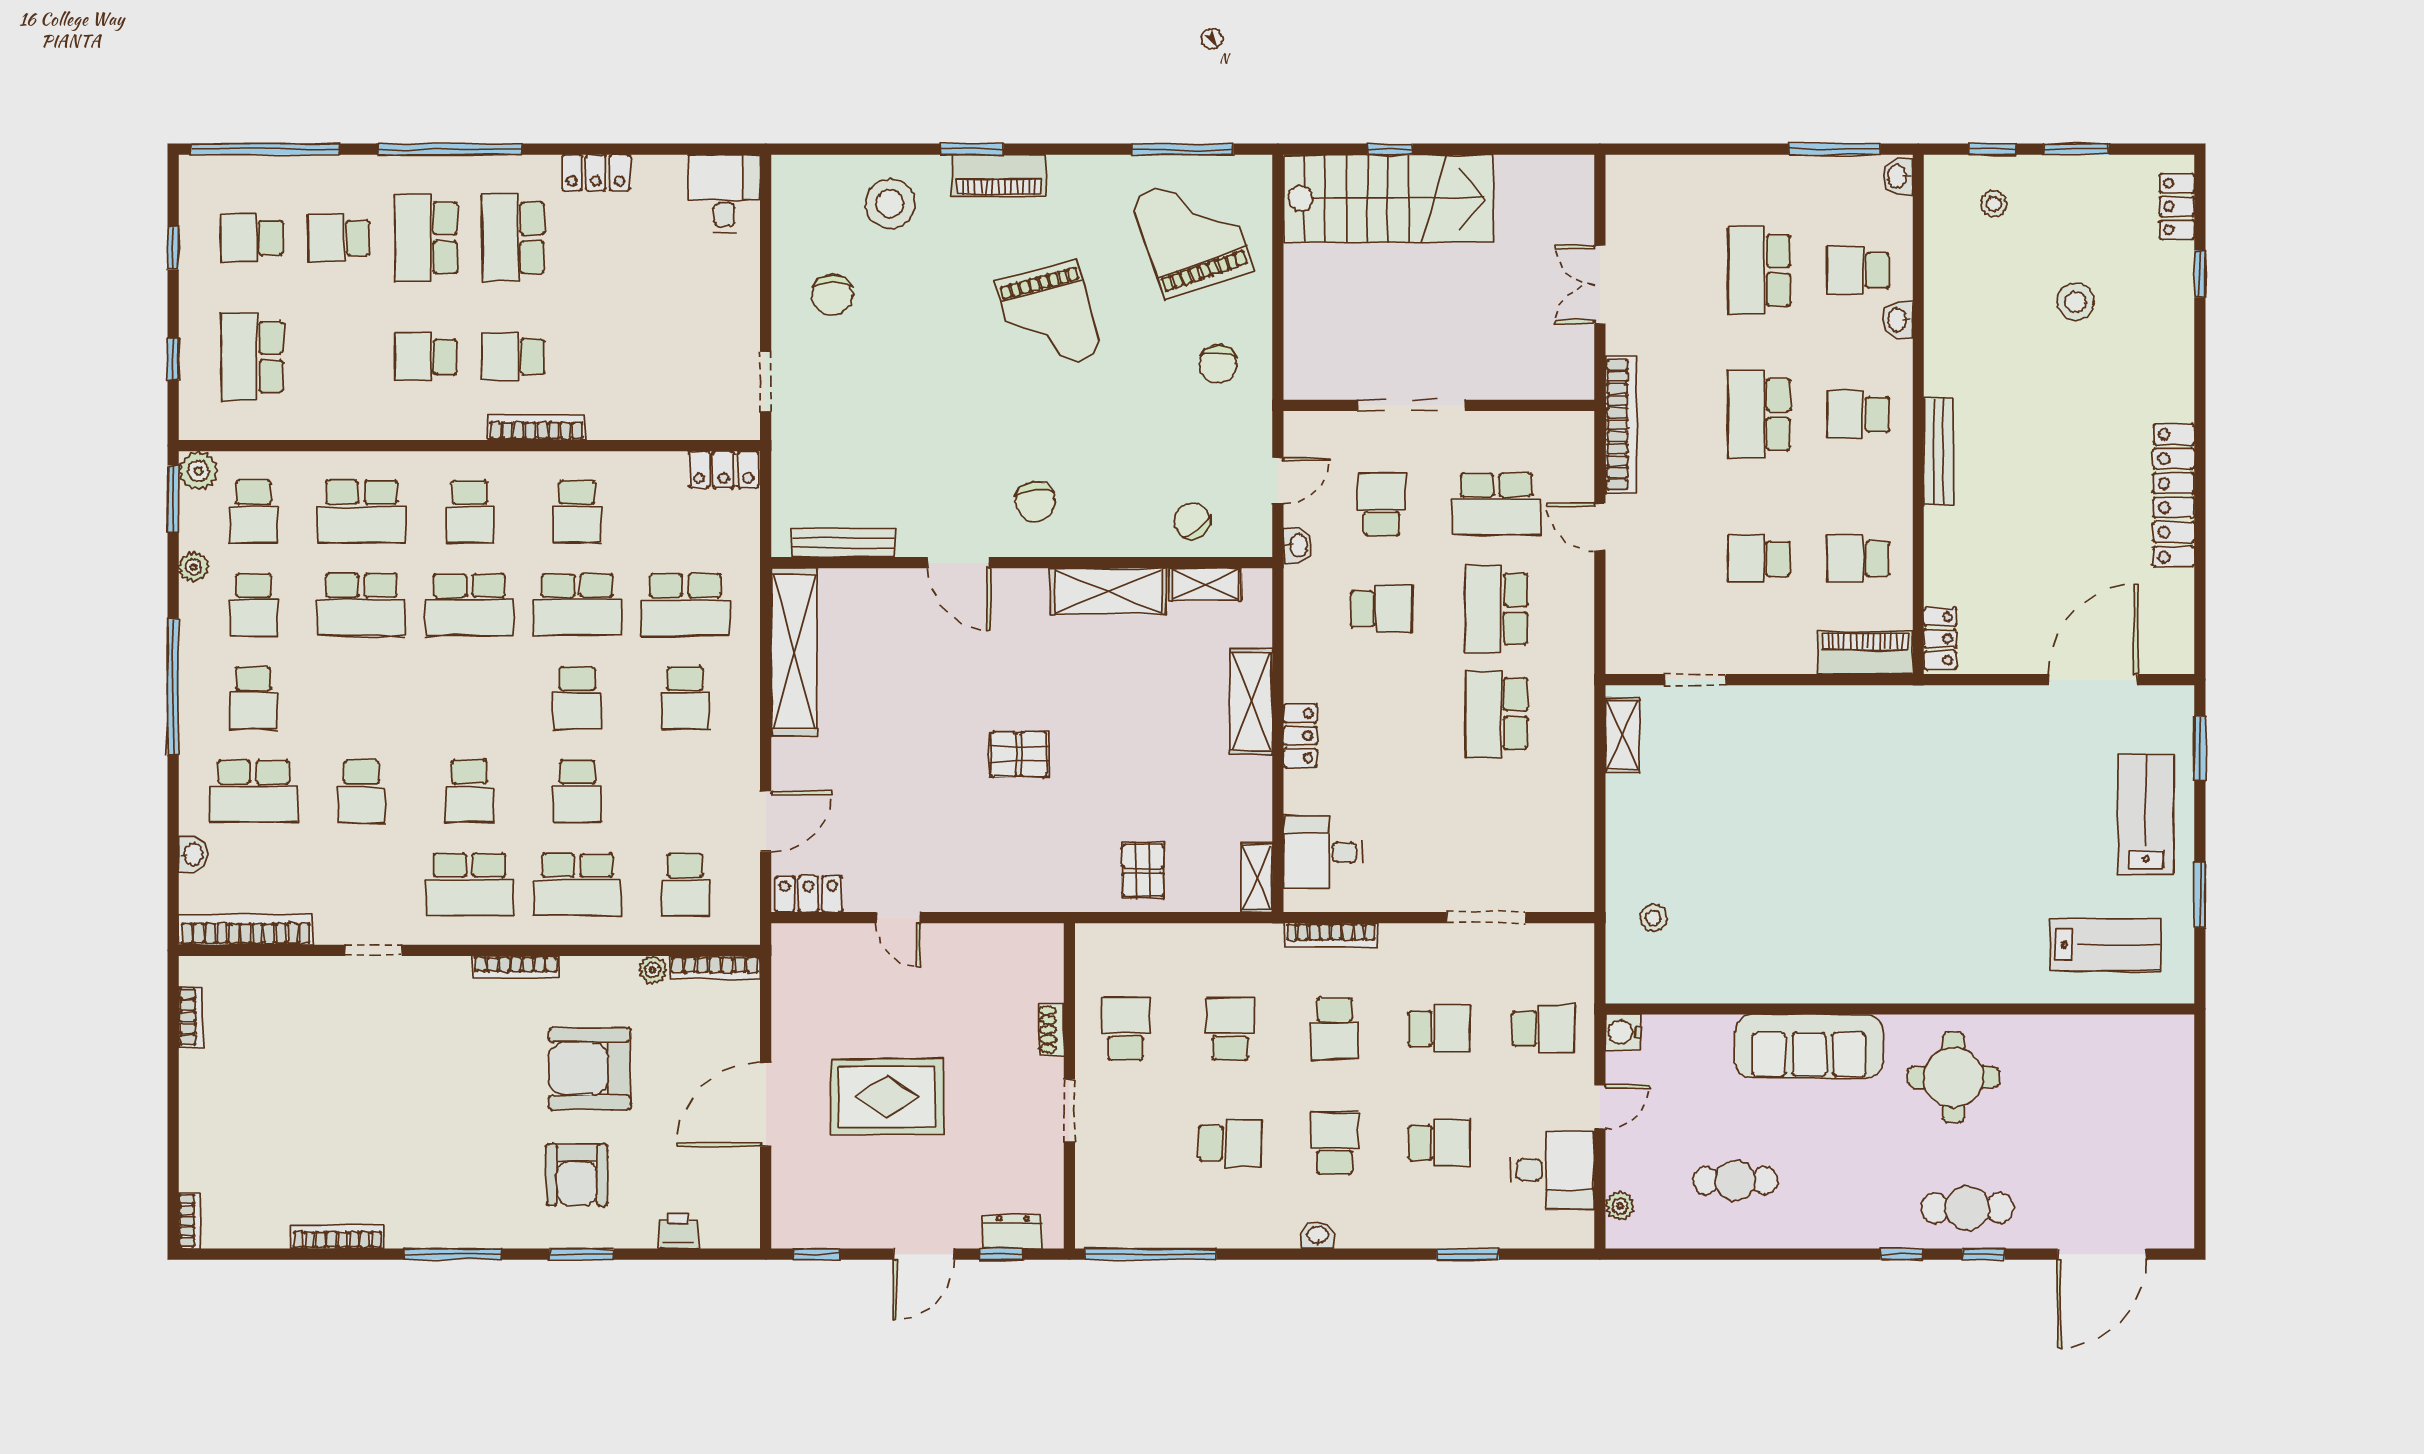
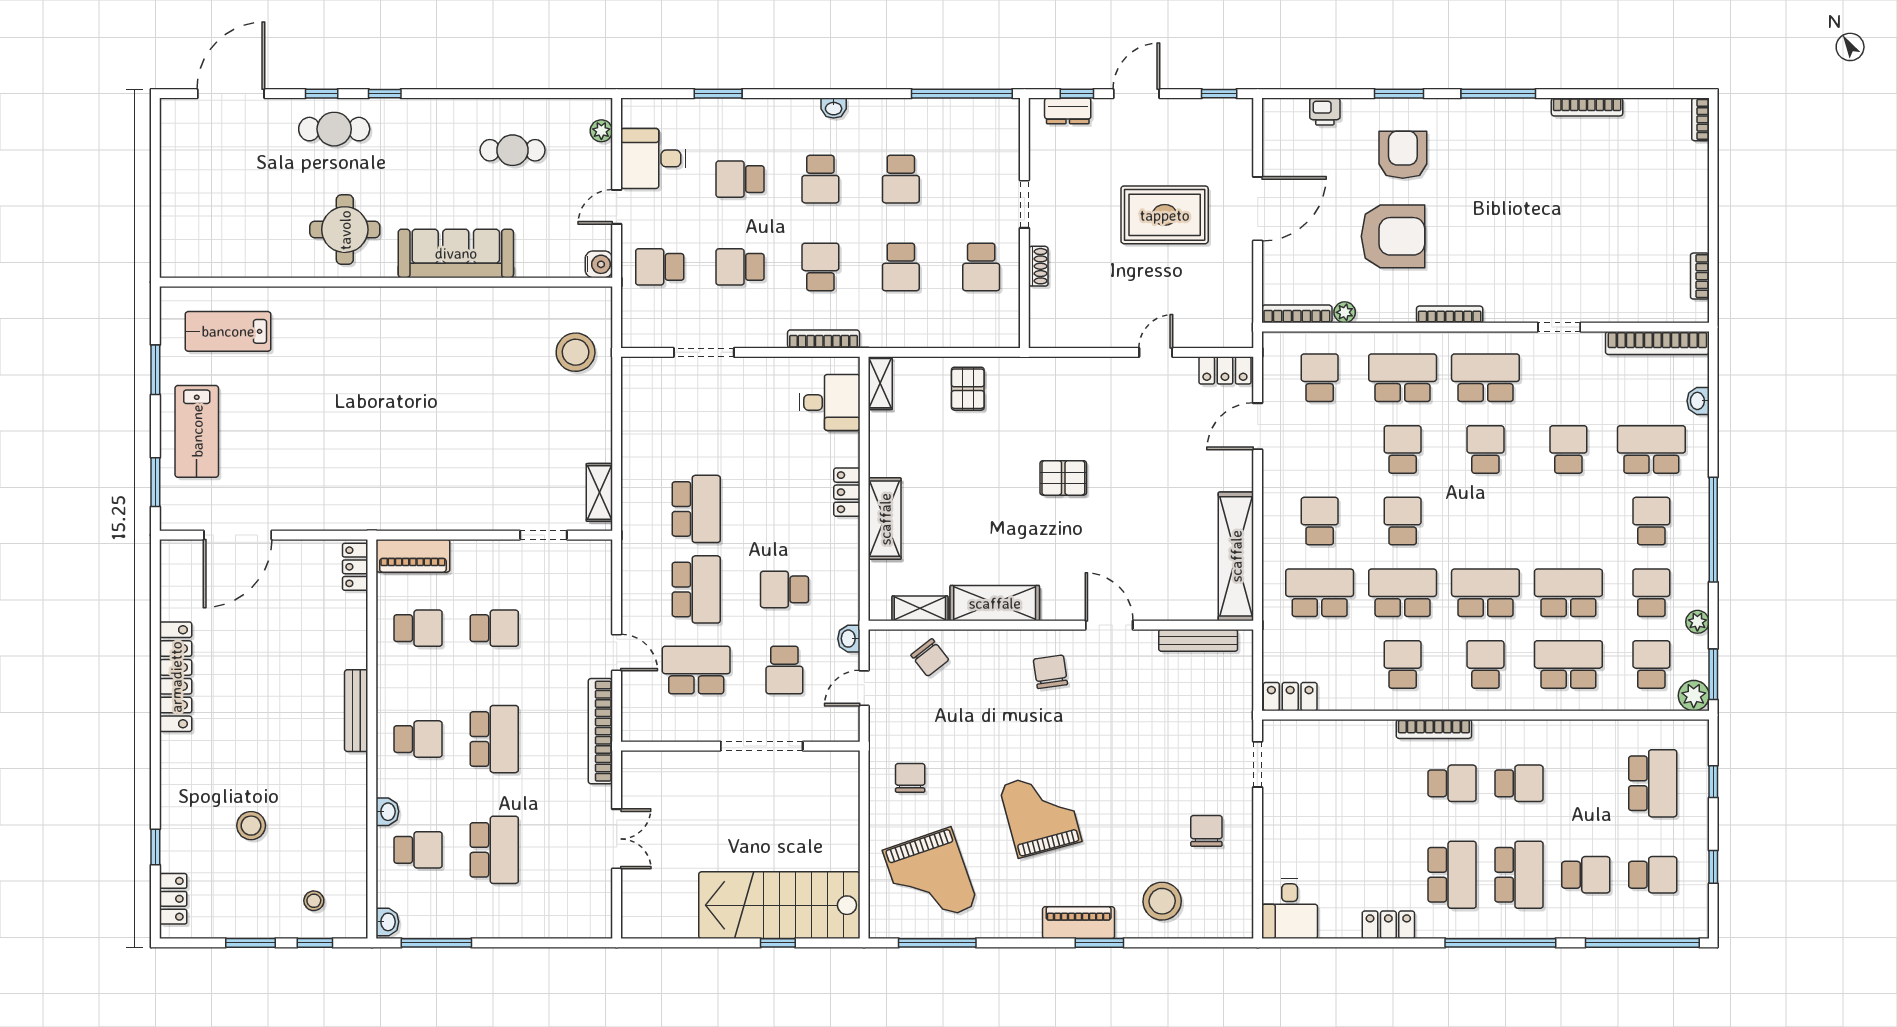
door: (898, 918) -> (1156, 352), hinge flipped
stool: (1653, 918) -> (576, 352), width x1.89, depth x1.89
school desk: (1230, 1143) -> (901, 179), turned -90

